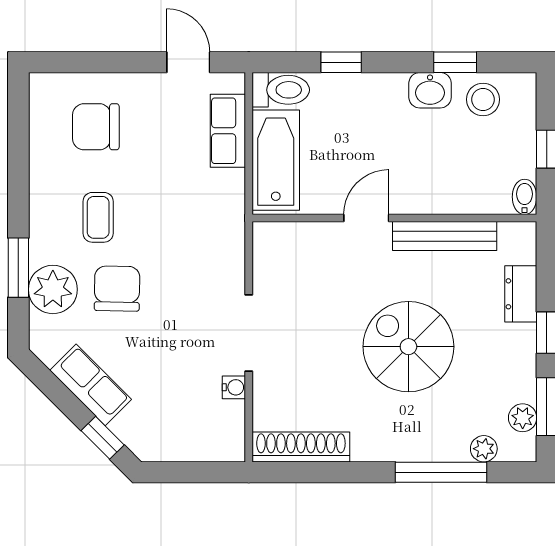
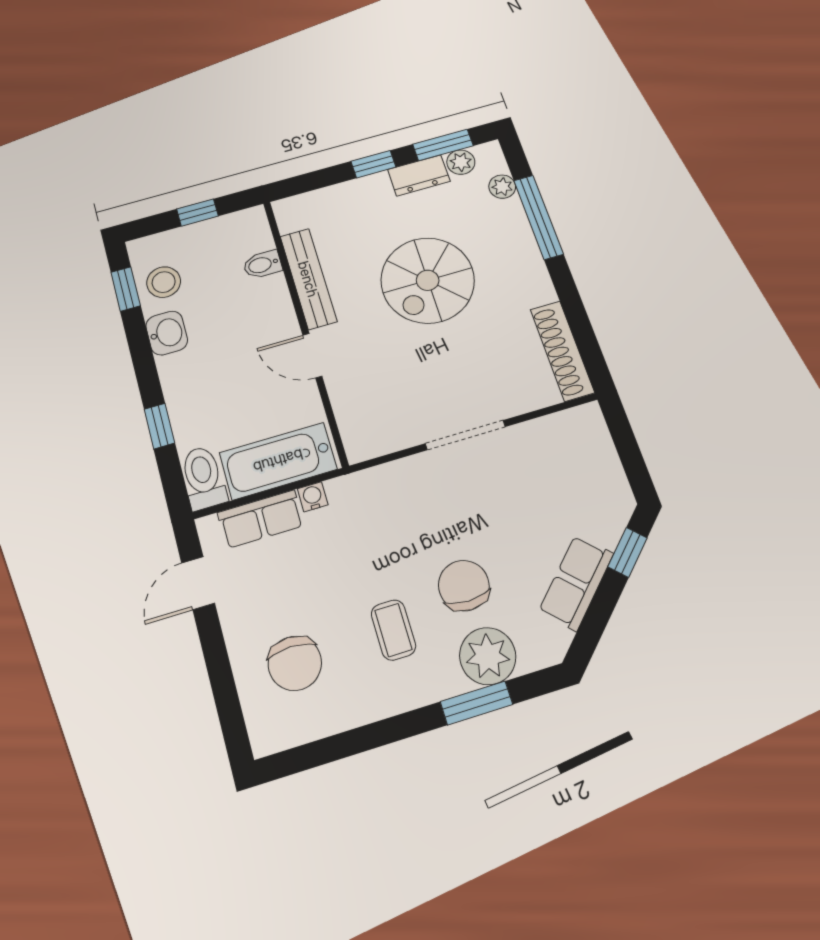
window: (455, 62) -> (126, 289), moved
bidet: (525, 197) -> (262, 265), moved
coffee table: (98, 217) -> (393, 630), turned 90
chair: (117, 289) -> (464, 586), turned 89
dresser: (521, 294) -> (419, 175), moved
water cooler: (234, 387) -> (313, 497), moved

